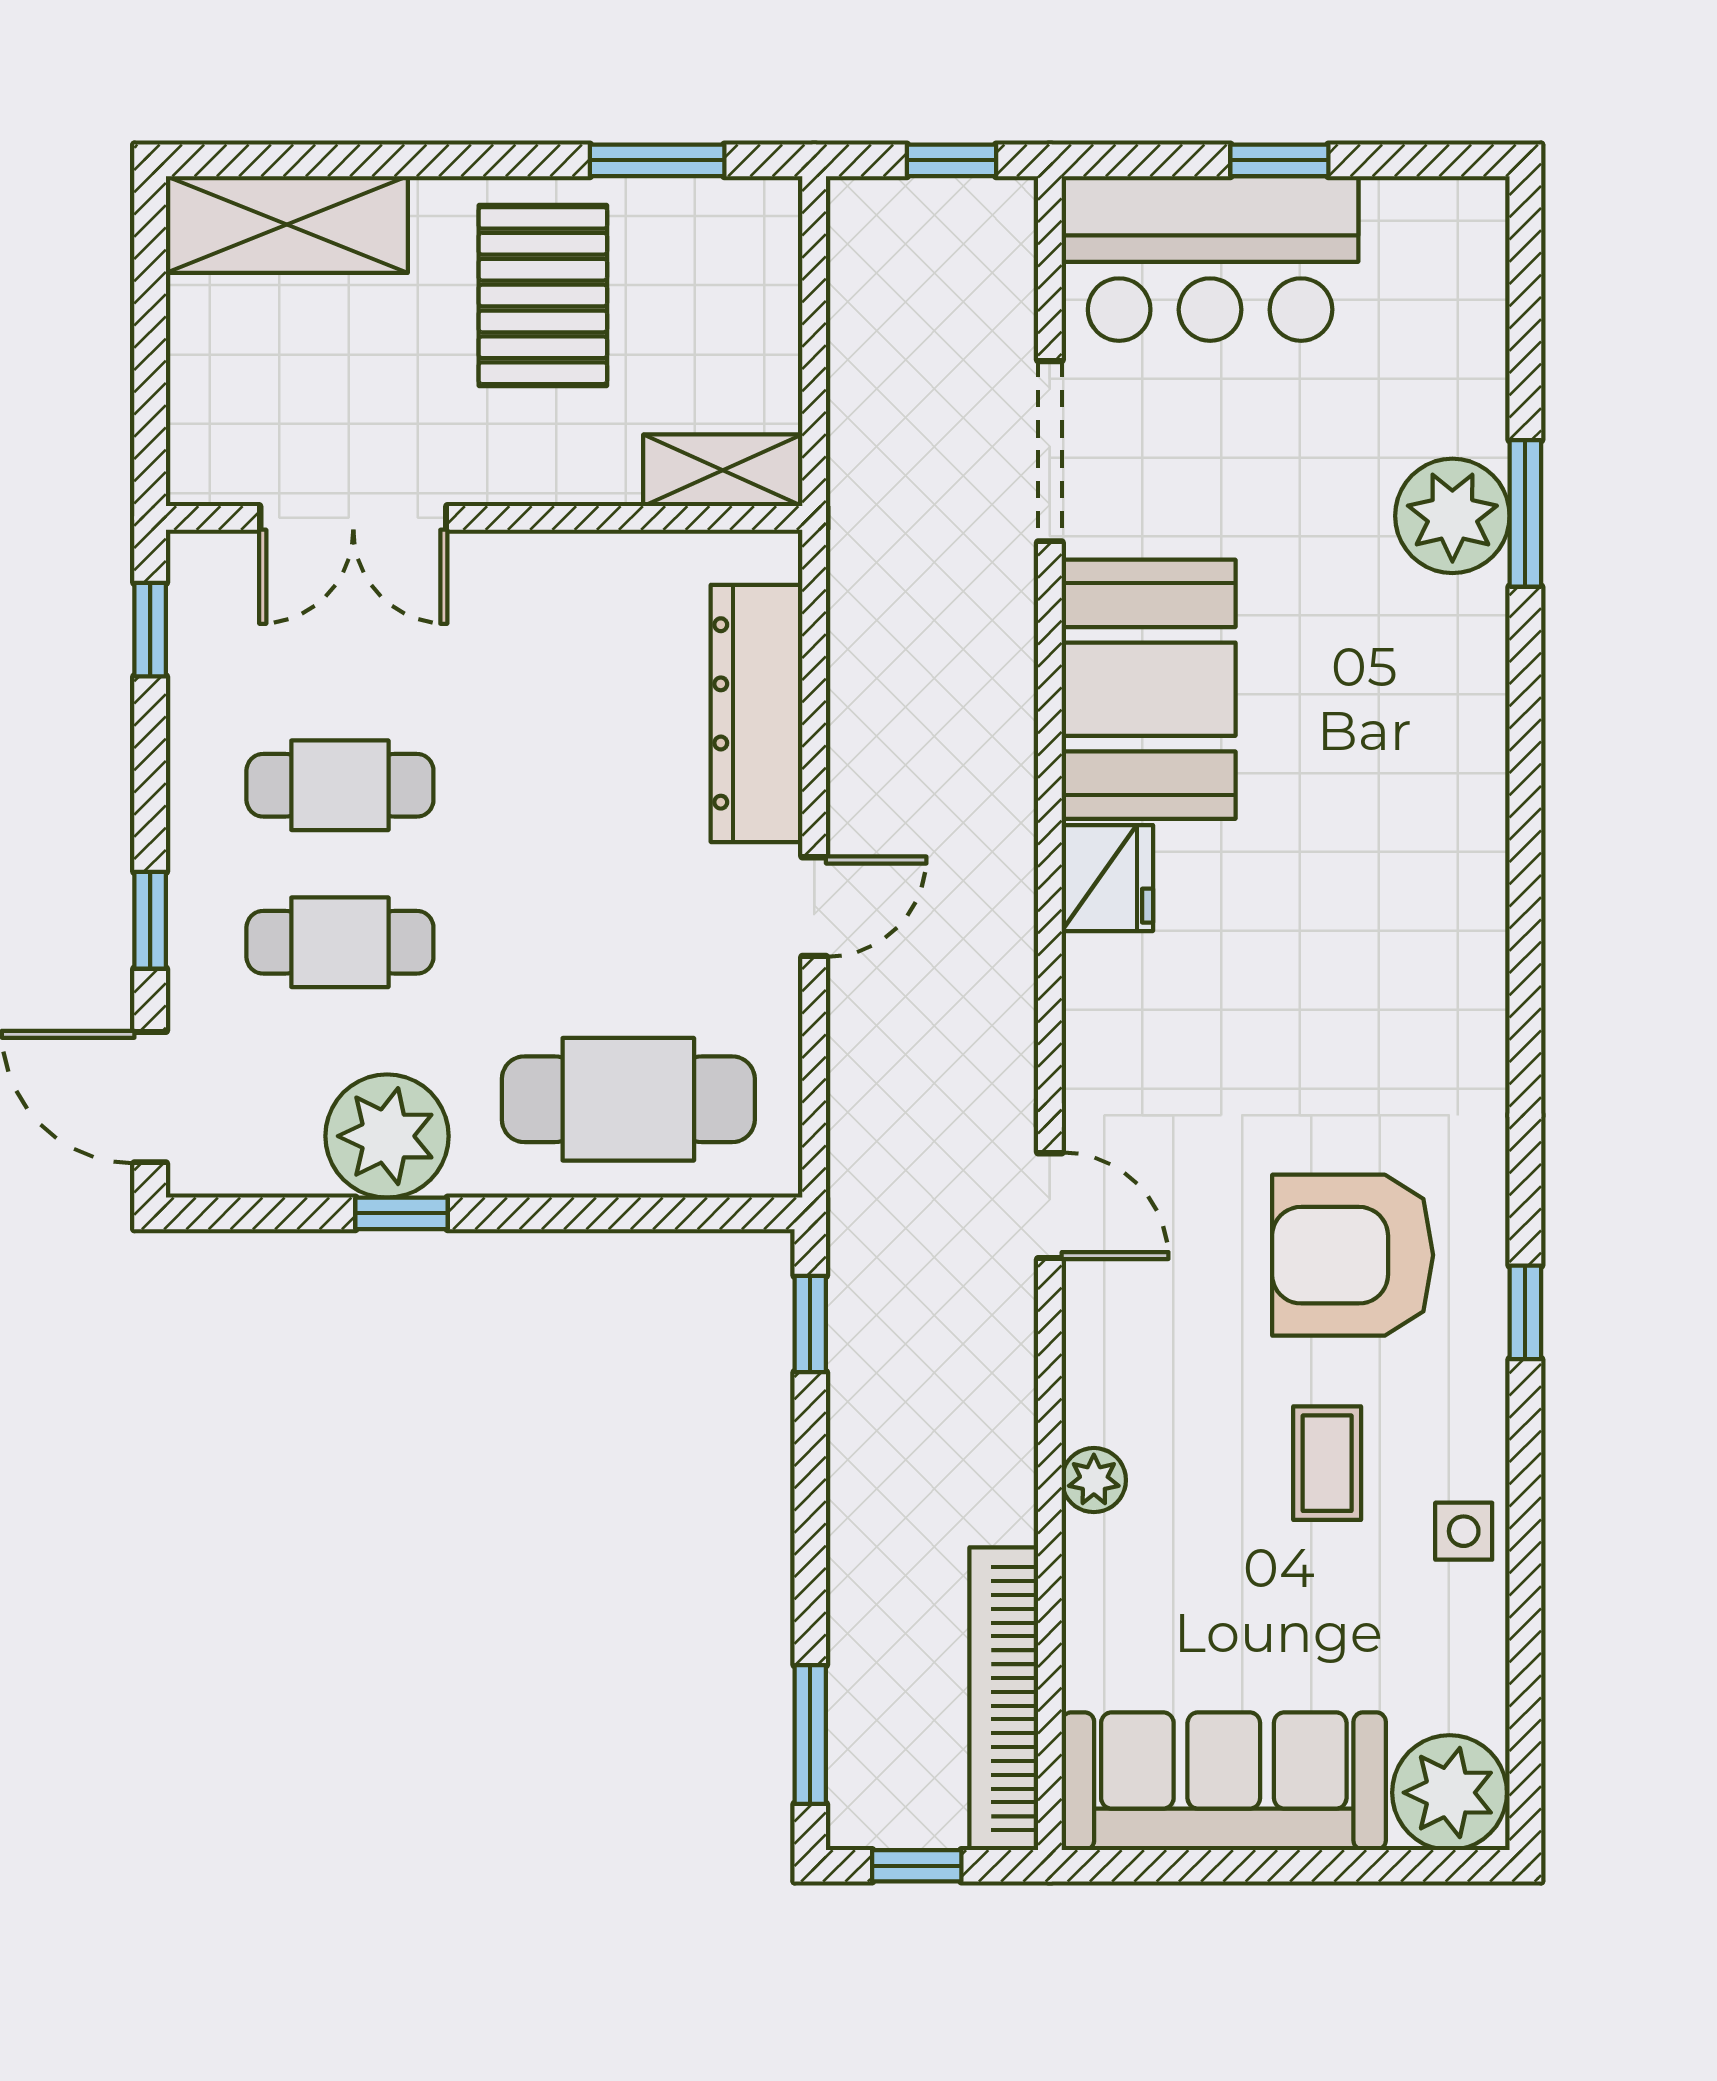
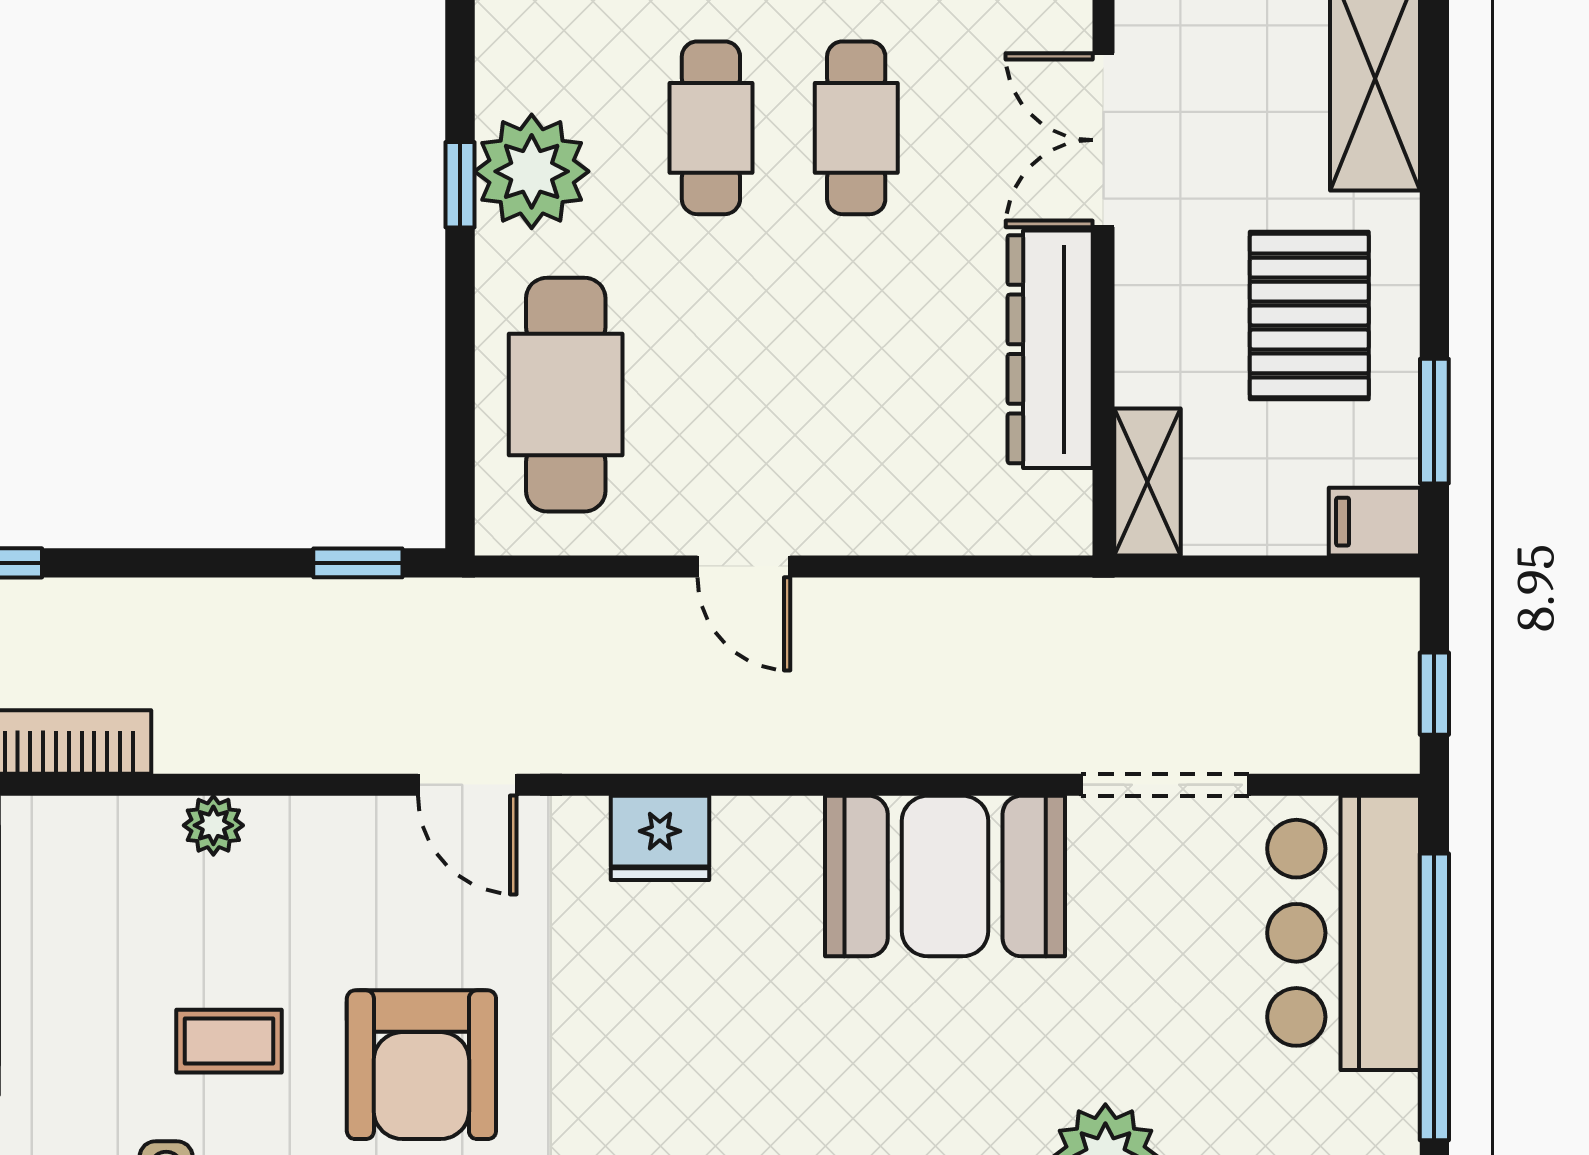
window: (1279, 160) -> (1434, 997), width x3.17
filing cabinet: (766, 225) -> (1374, 522), added
pallet: (543, 296) -> (1309, 316), turned 90
dresser: (757, 713) -> (1050, 349), moved, turned -90
fridge: (1107, 878) -> (660, 838), moved
door: (1050, 1206) -> (467, 785), hinge flipped
armchair: (1353, 1255) -> (421, 1065), turned 180

